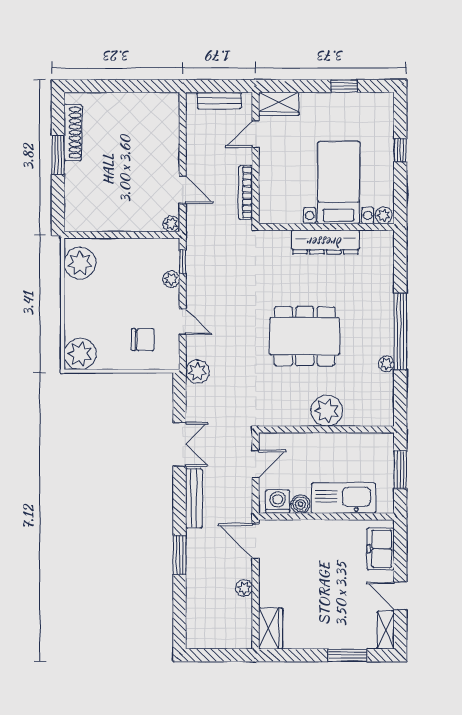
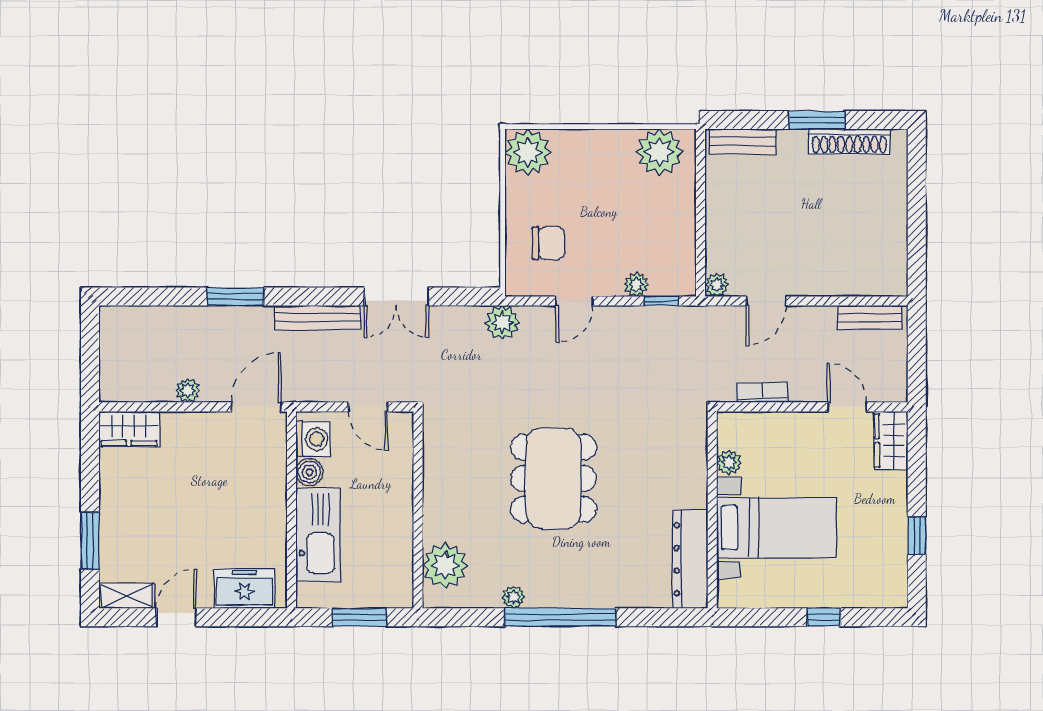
bench: (219, 101) -> (870, 318), moved, turned 90
bookcase: (246, 192) -> (762, 392), width x0.64
bench: (73, 206) -> (743, 142), added
plant: (384, 215) -> (729, 462), moved
dresser: (325, 242) -> (690, 559), moved
chair: (143, 340) -> (548, 243), turned -90
plant: (327, 411) -> (445, 565), moved

